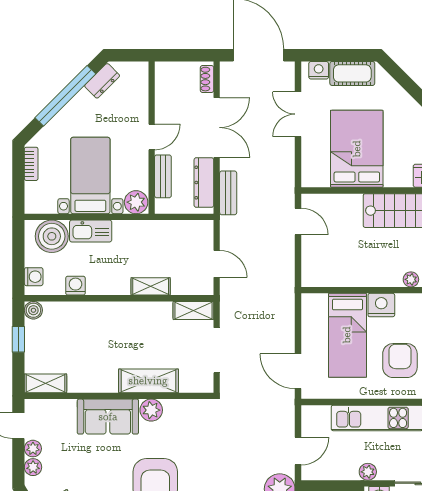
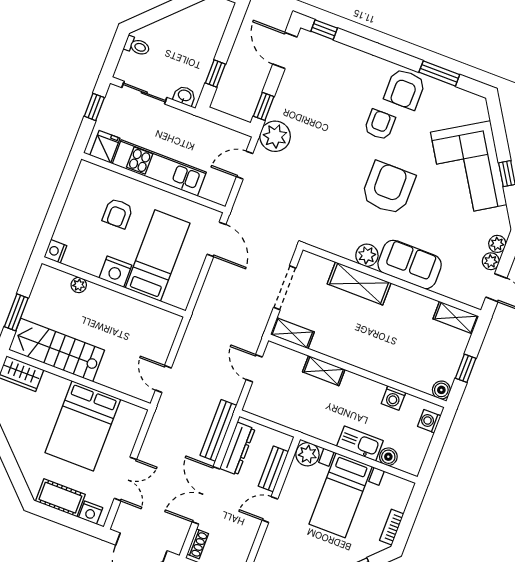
bench: (228, 193) -> (218, 430), width x1.36
boiler: (52, 236) -> (388, 457), width x0.54, depth x0.54
armchair: (400, 361) -> (118, 213), width x0.72, depth x0.72
plant: (368, 472) -> (187, 121), removed

